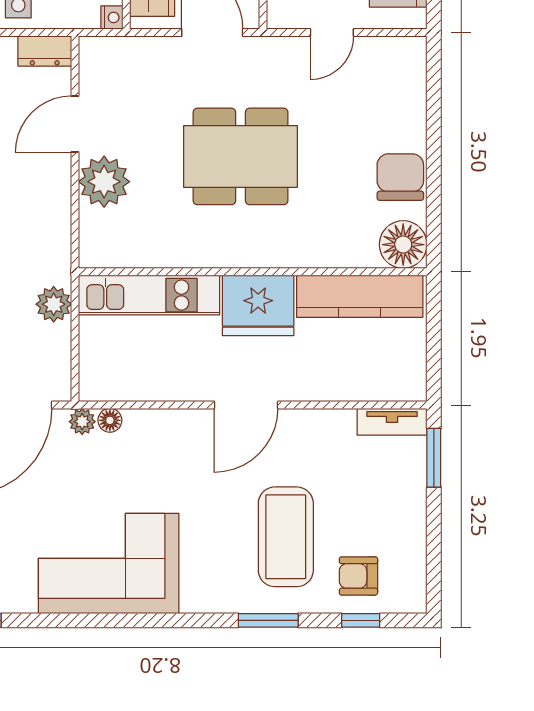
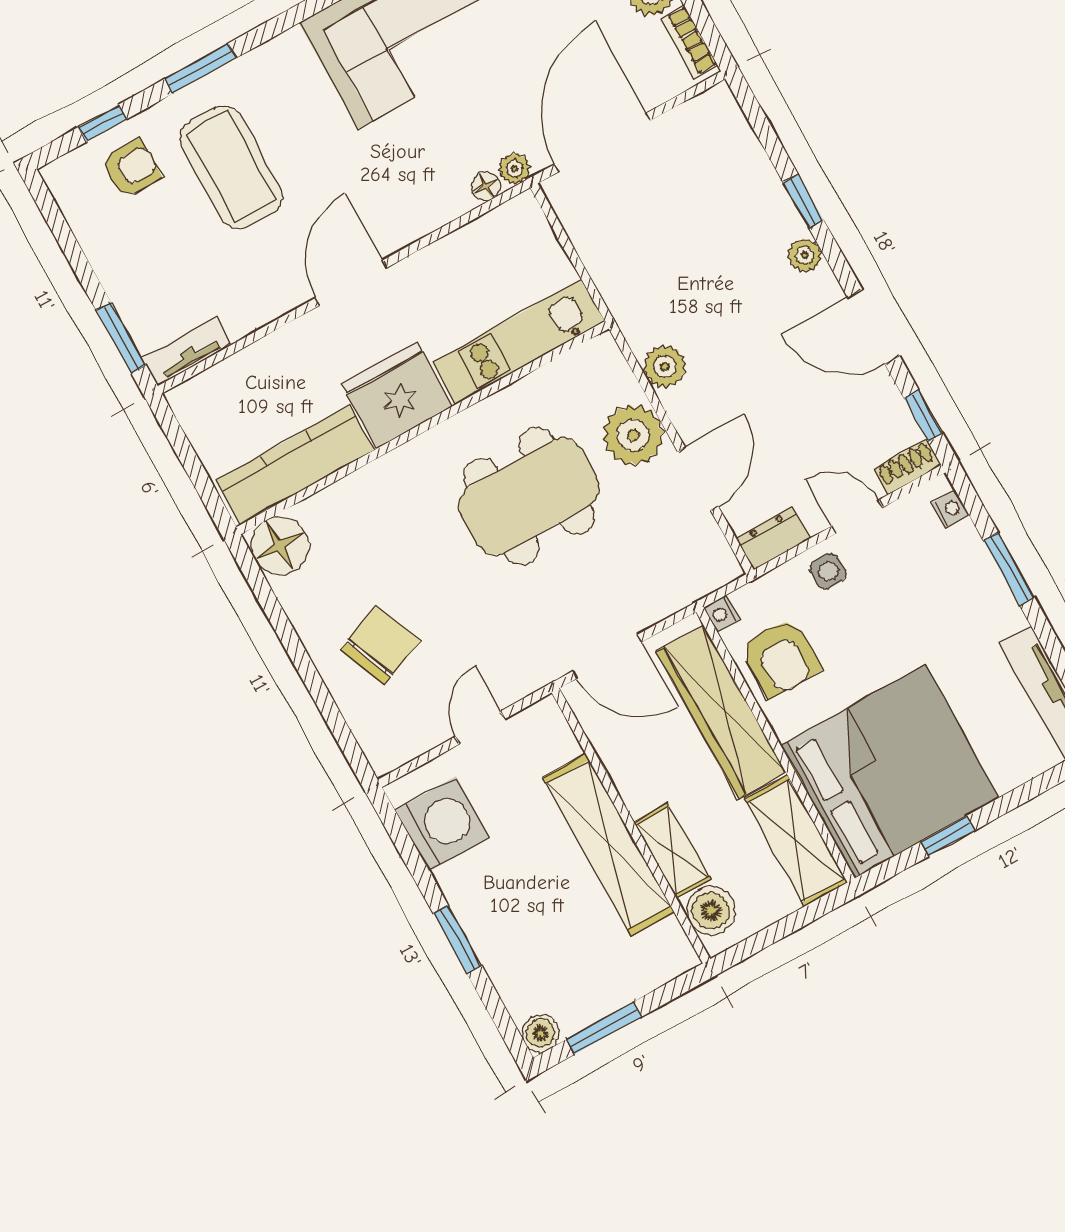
dining table: (241, 156) -> (529, 496), moved
chair: (400, 177) -> (380, 645), moved, turned -112
plant: (54, 304) -> (665, 367), moved

